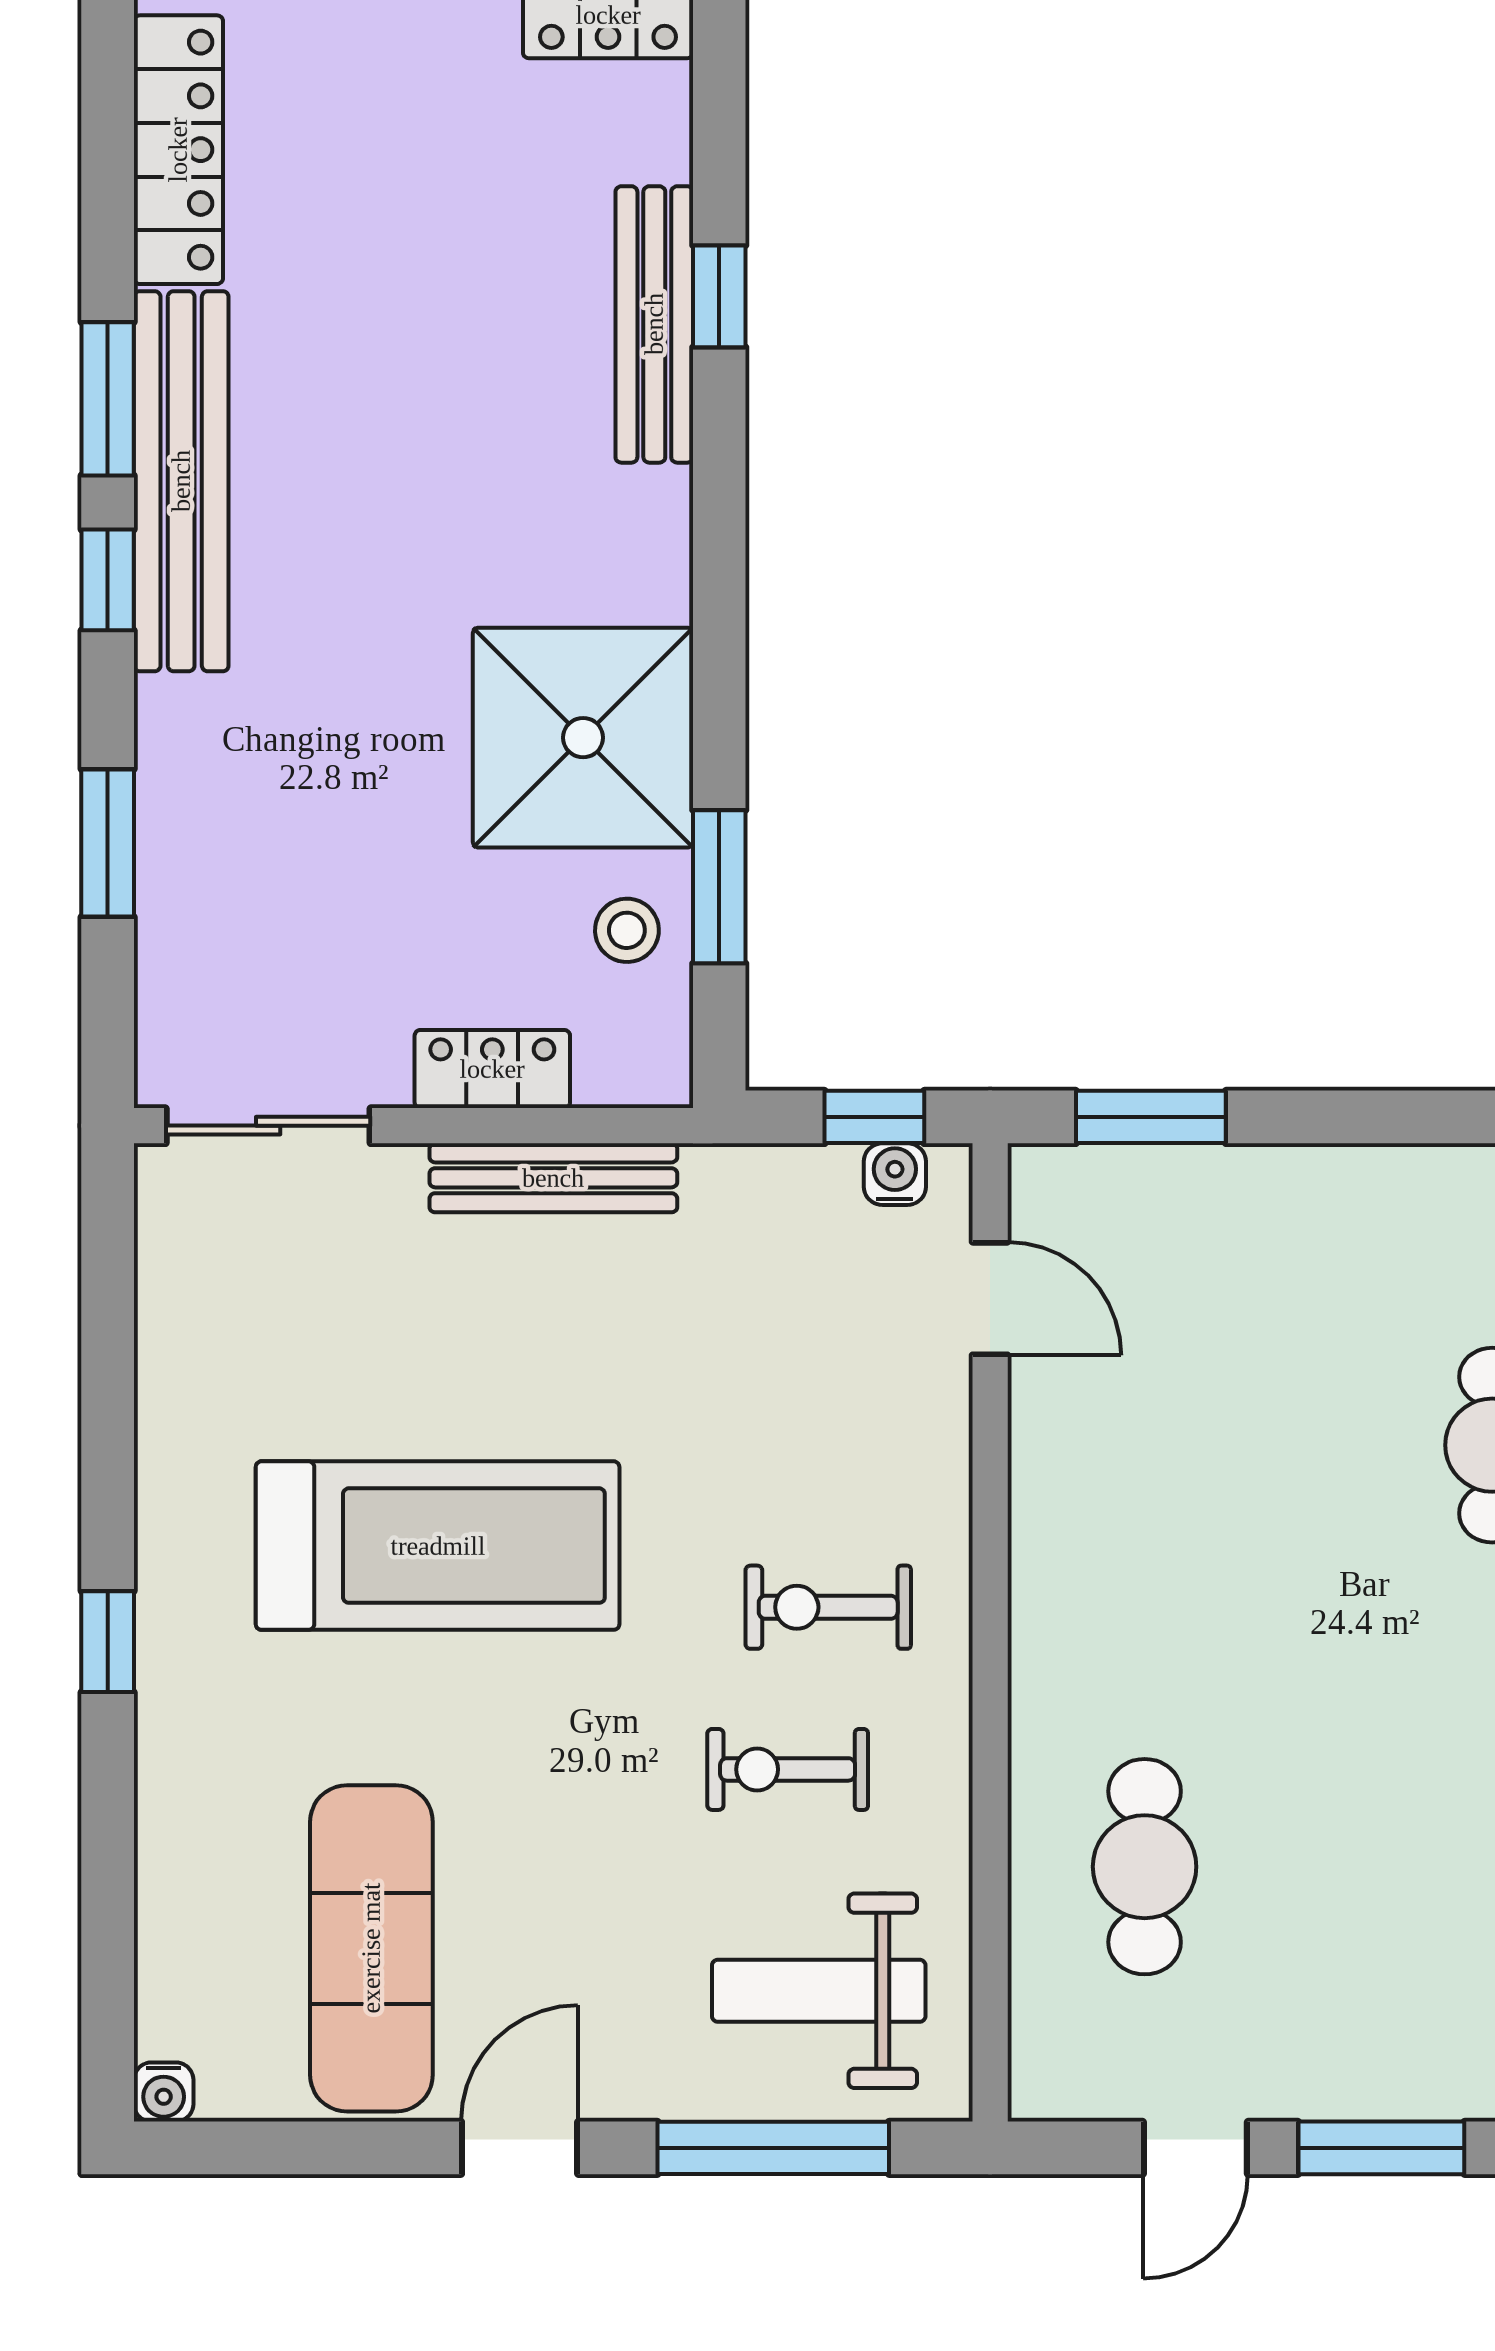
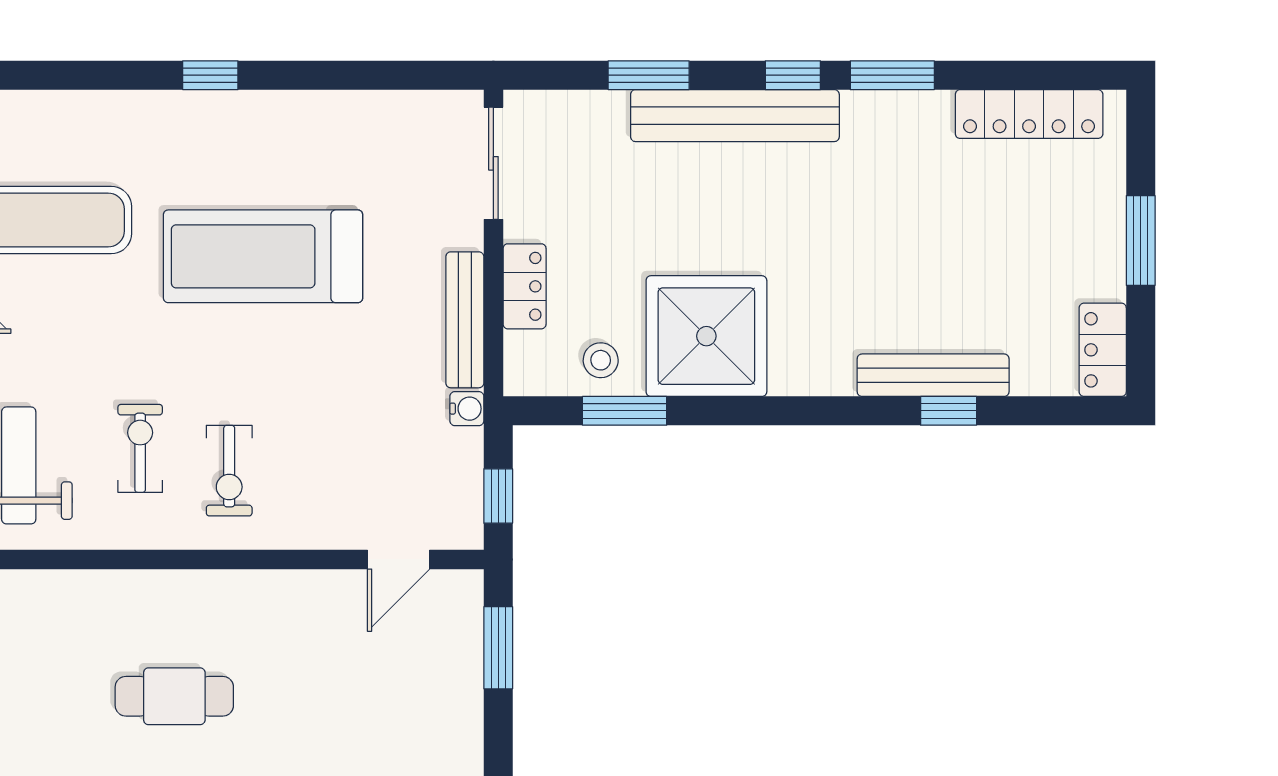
bench: (181, 481) -> (735, 116), moved
water cooler: (895, 1174) -> (467, 409), moved
treadmill: (438, 1546) -> (263, 256), turned 90
exercise bike: (828, 1607) -> (229, 471), turned 180
cafe table: (1145, 1867) -> (174, 696), moved

